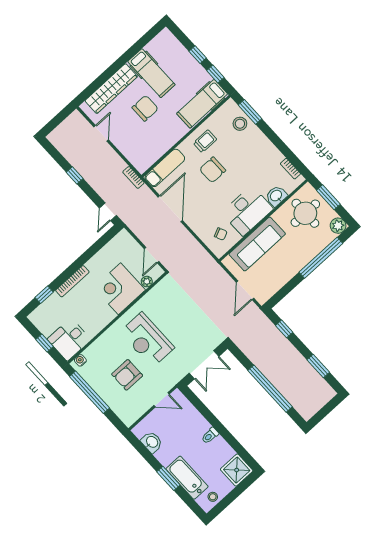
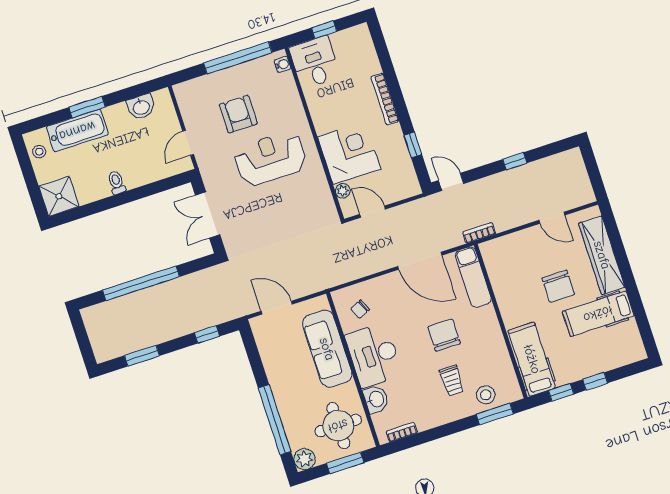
trolley: (205, 141) -> (452, 381), moved
window: (44, 295) -> (413, 145), moved

